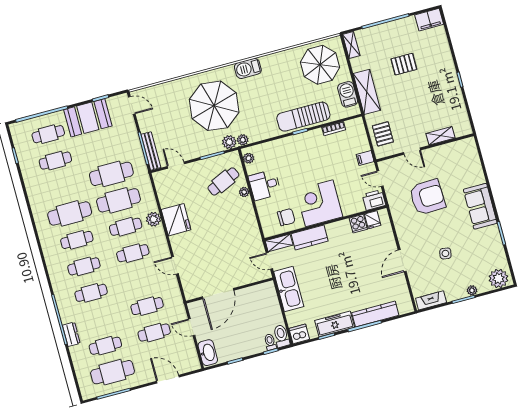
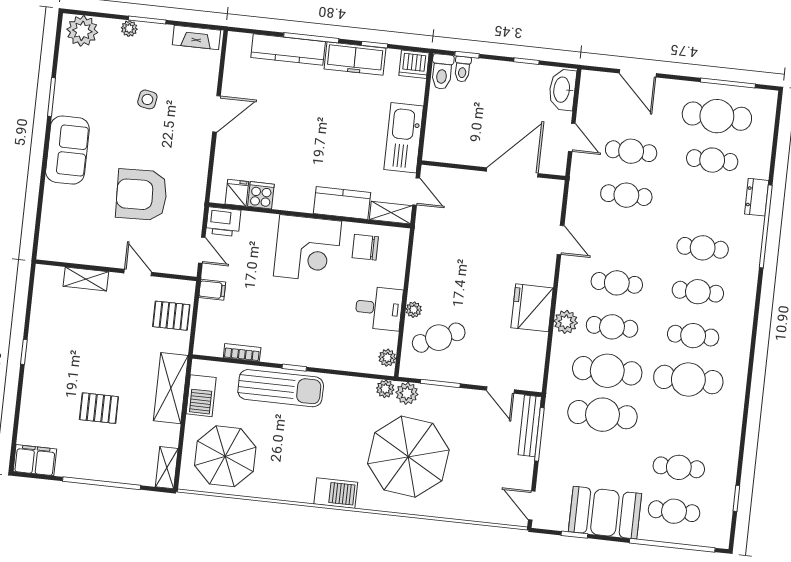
pallet: (383, 134) -> (171, 316), turned 90

